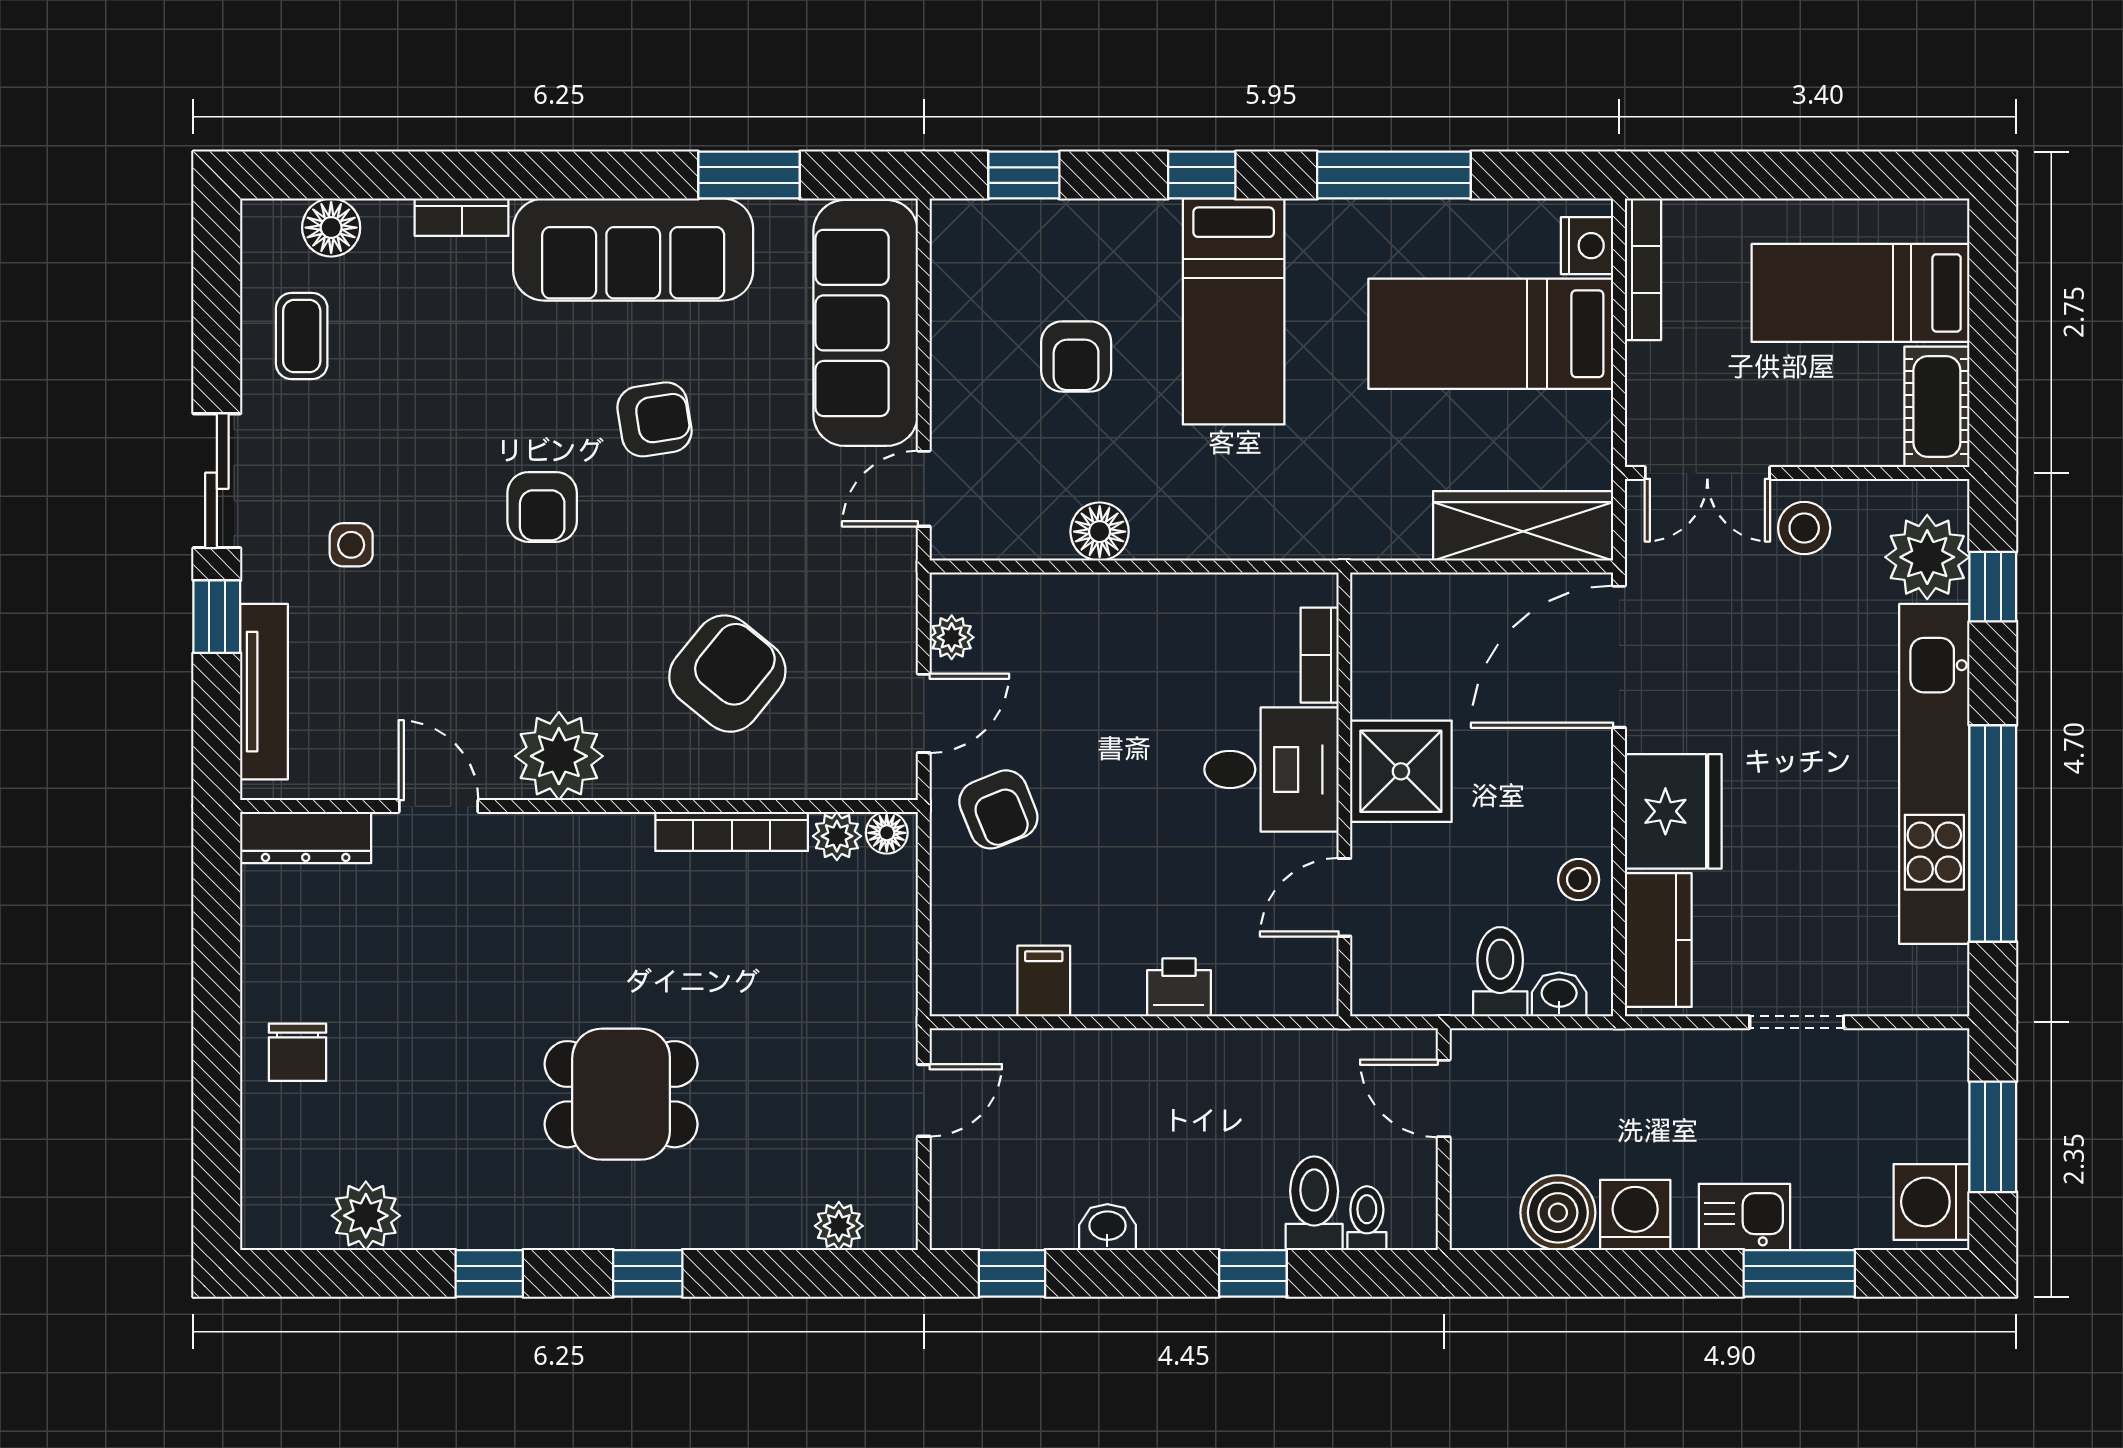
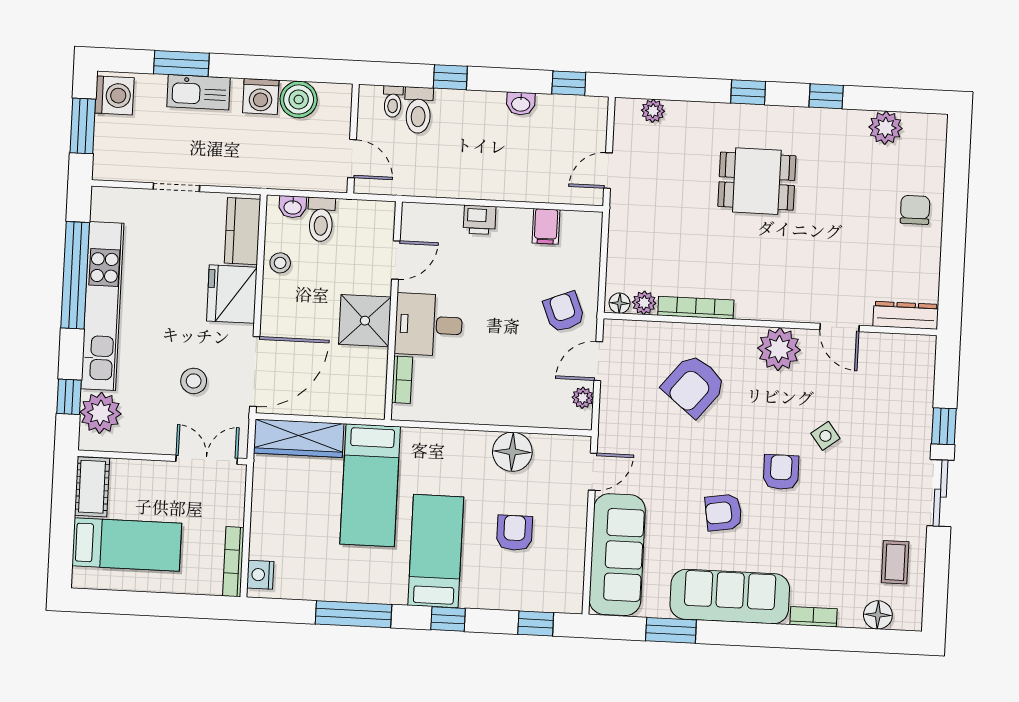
bed: (1491, 334) -> (370, 485), moved, turned 90
stool: (1804, 528) -> (194, 381), moved
floor lamp: (1100, 532) -> (512, 452), width x1.38, depth x1.38
side table: (351, 545) -> (825, 436), moved, turned -37
tv unit: (264, 692) -> (923, 388), removed
kitchen sink: (1744, 1217) -> (198, 92), width x1.38

